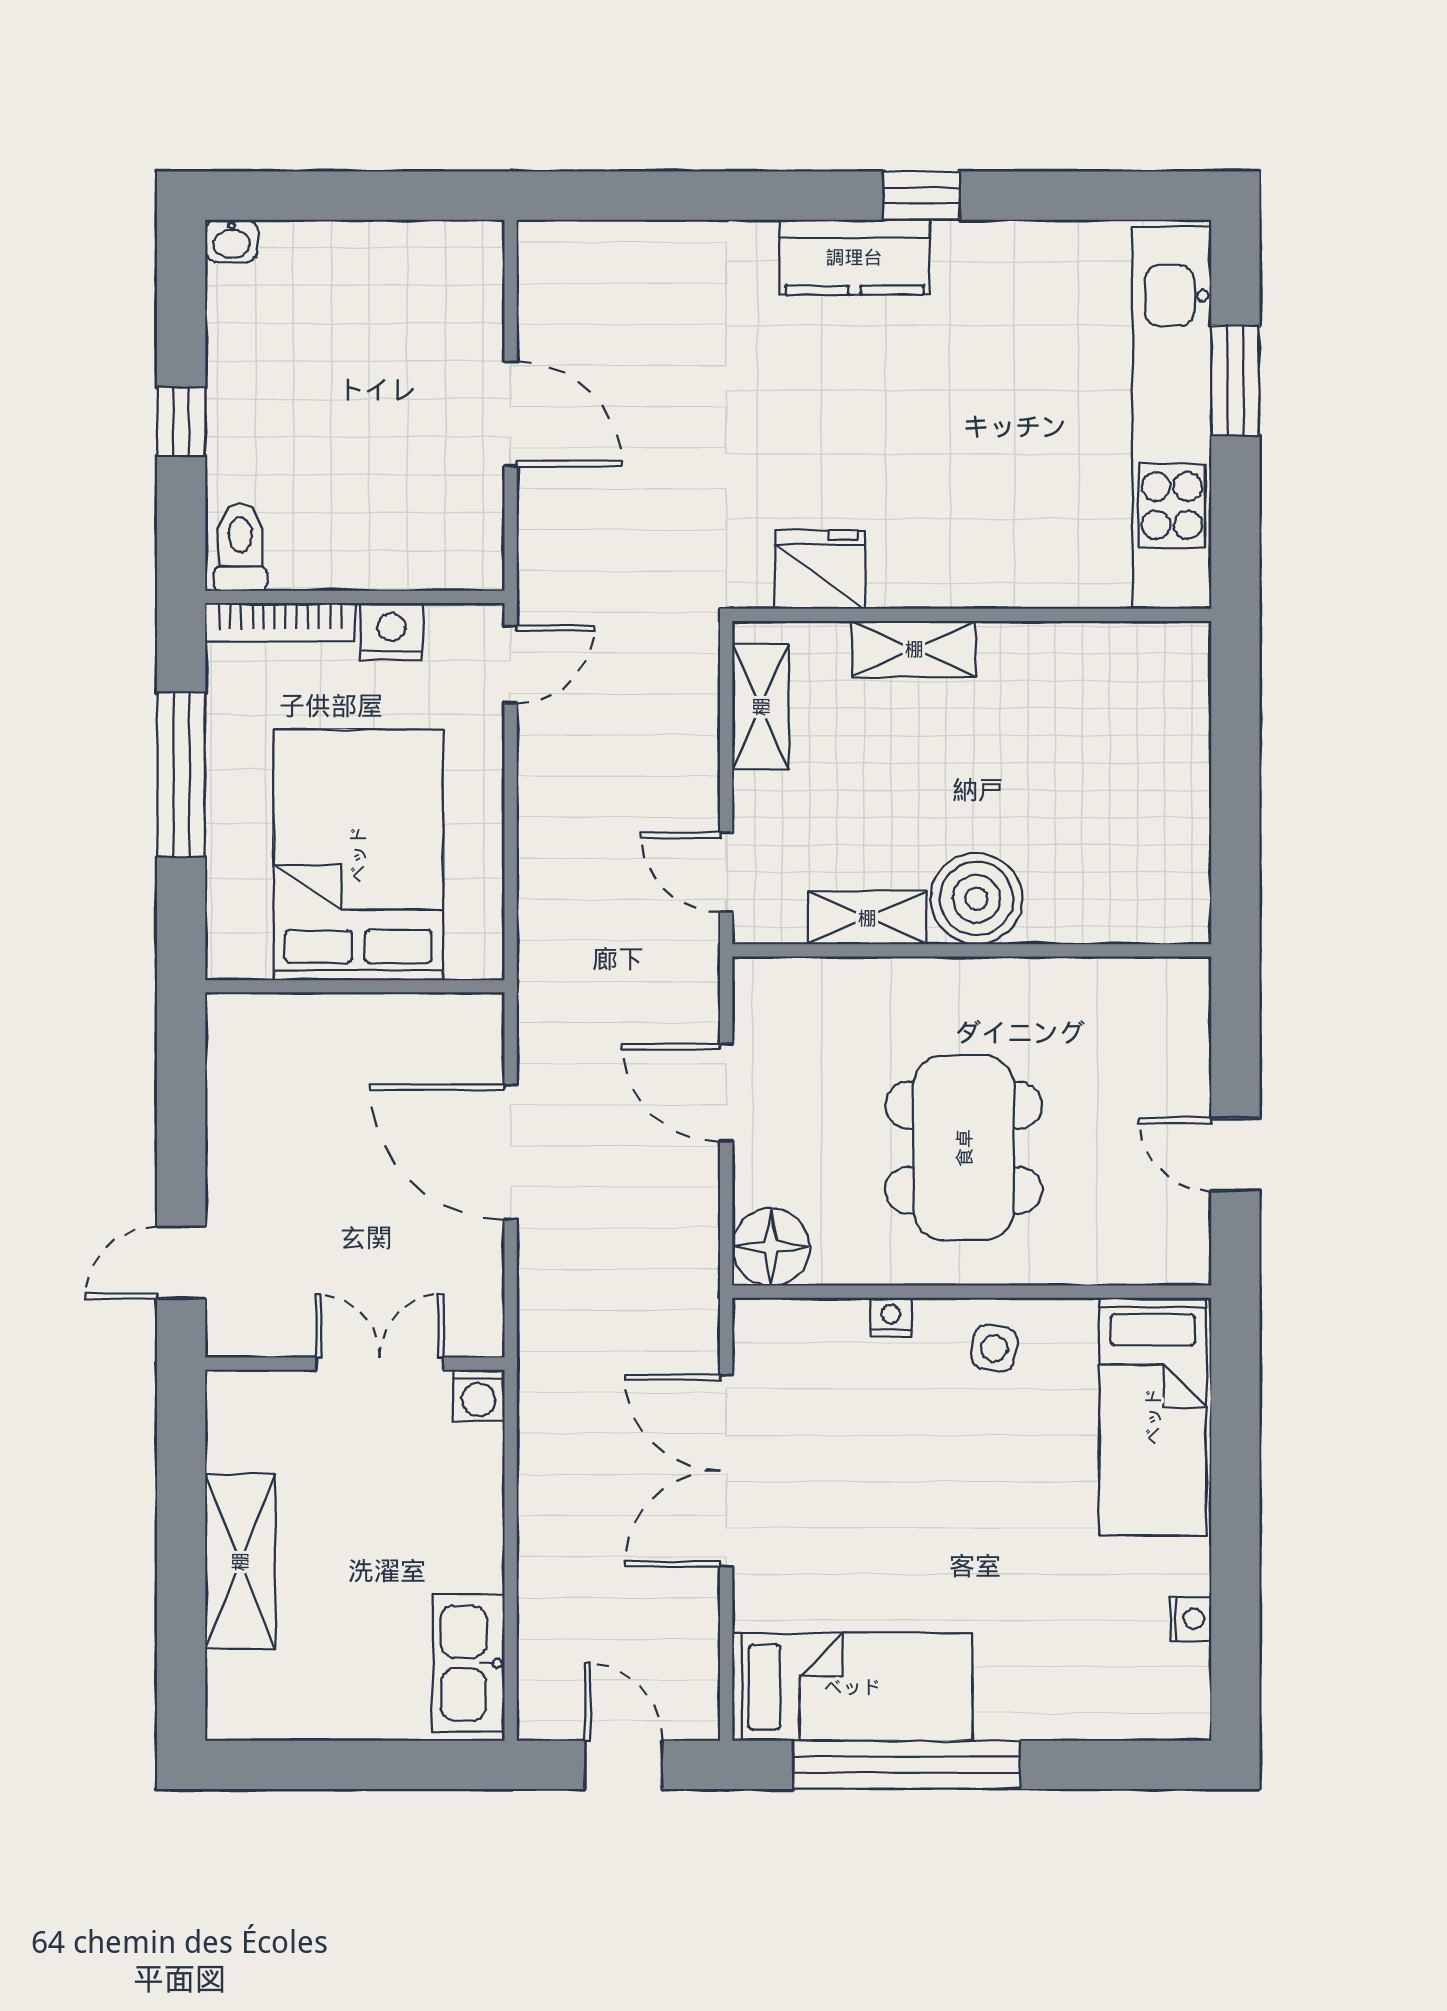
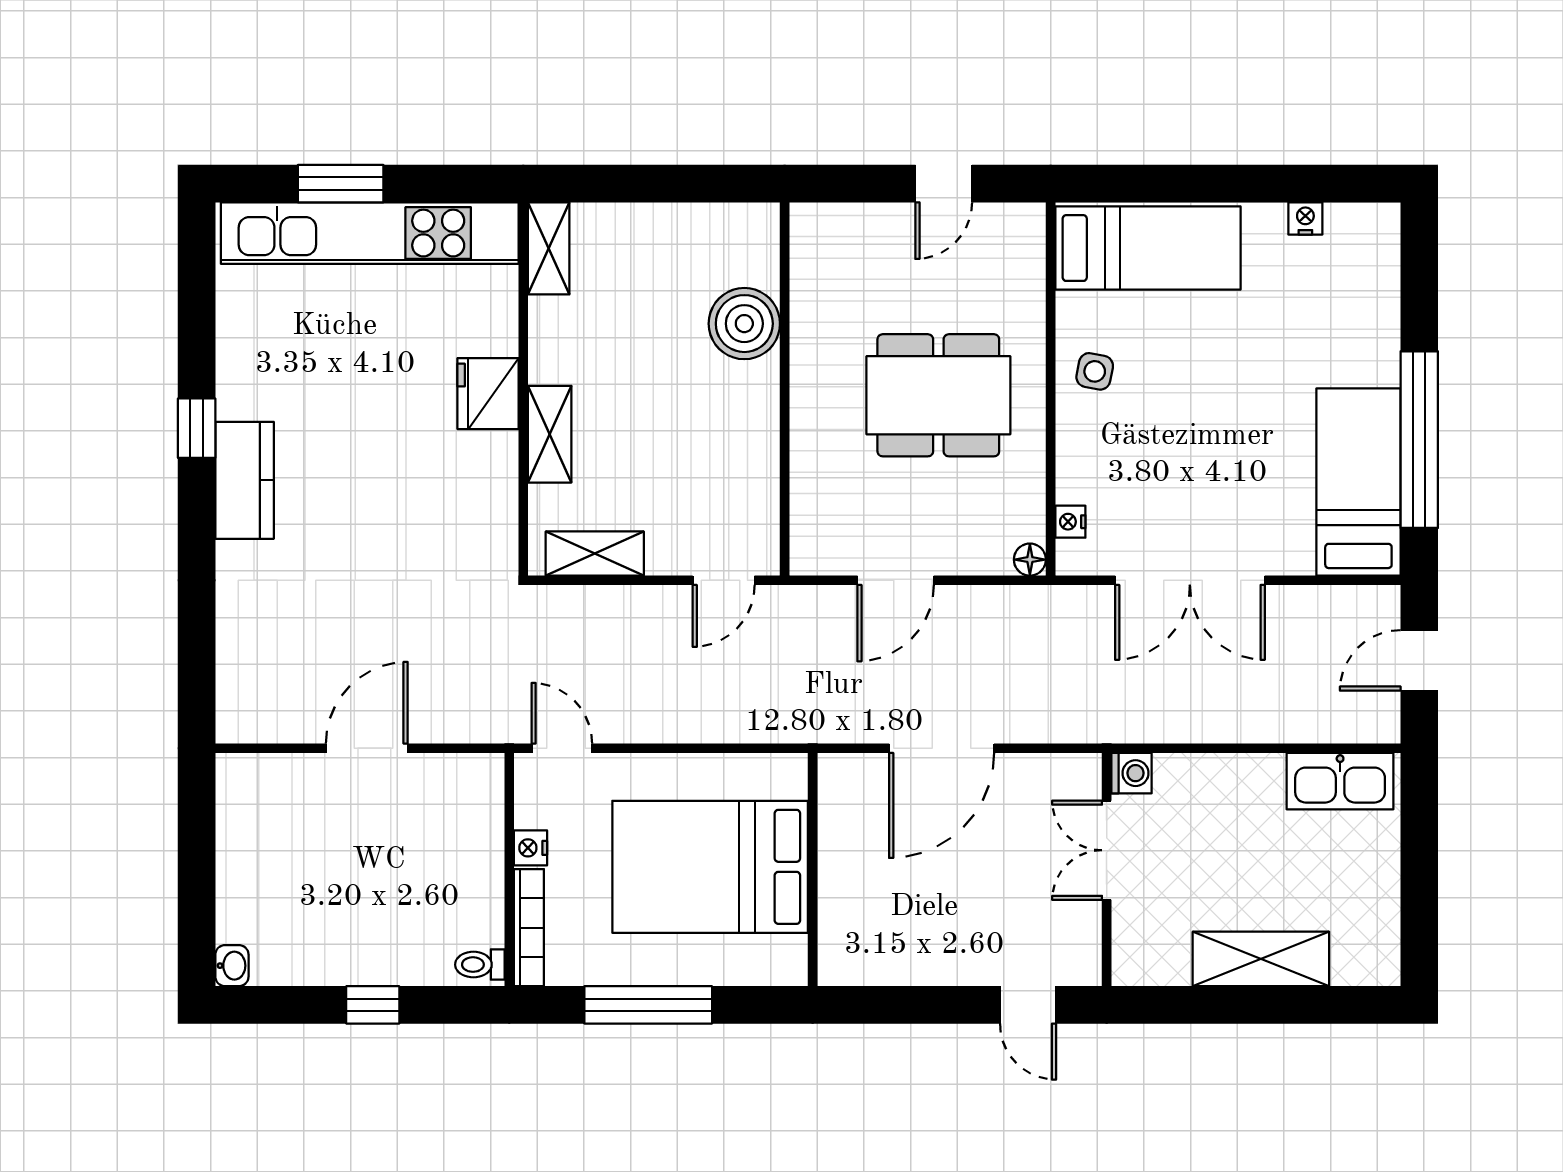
toilet: (240, 547) -> (480, 965), width x0.73, depth x0.72
fridge: (820, 570) -> (488, 394), moved
nightstand: (391, 632) -> (531, 848), width x0.72, depth x0.74
boiler: (977, 899) -> (744, 324), moved
shelving: (867, 918) -> (549, 248), moved
floor lamp: (771, 1247) -> (1030, 560), width x0.53, depth x0.53
nightstand: (891, 1317) -> (1070, 522), moved

